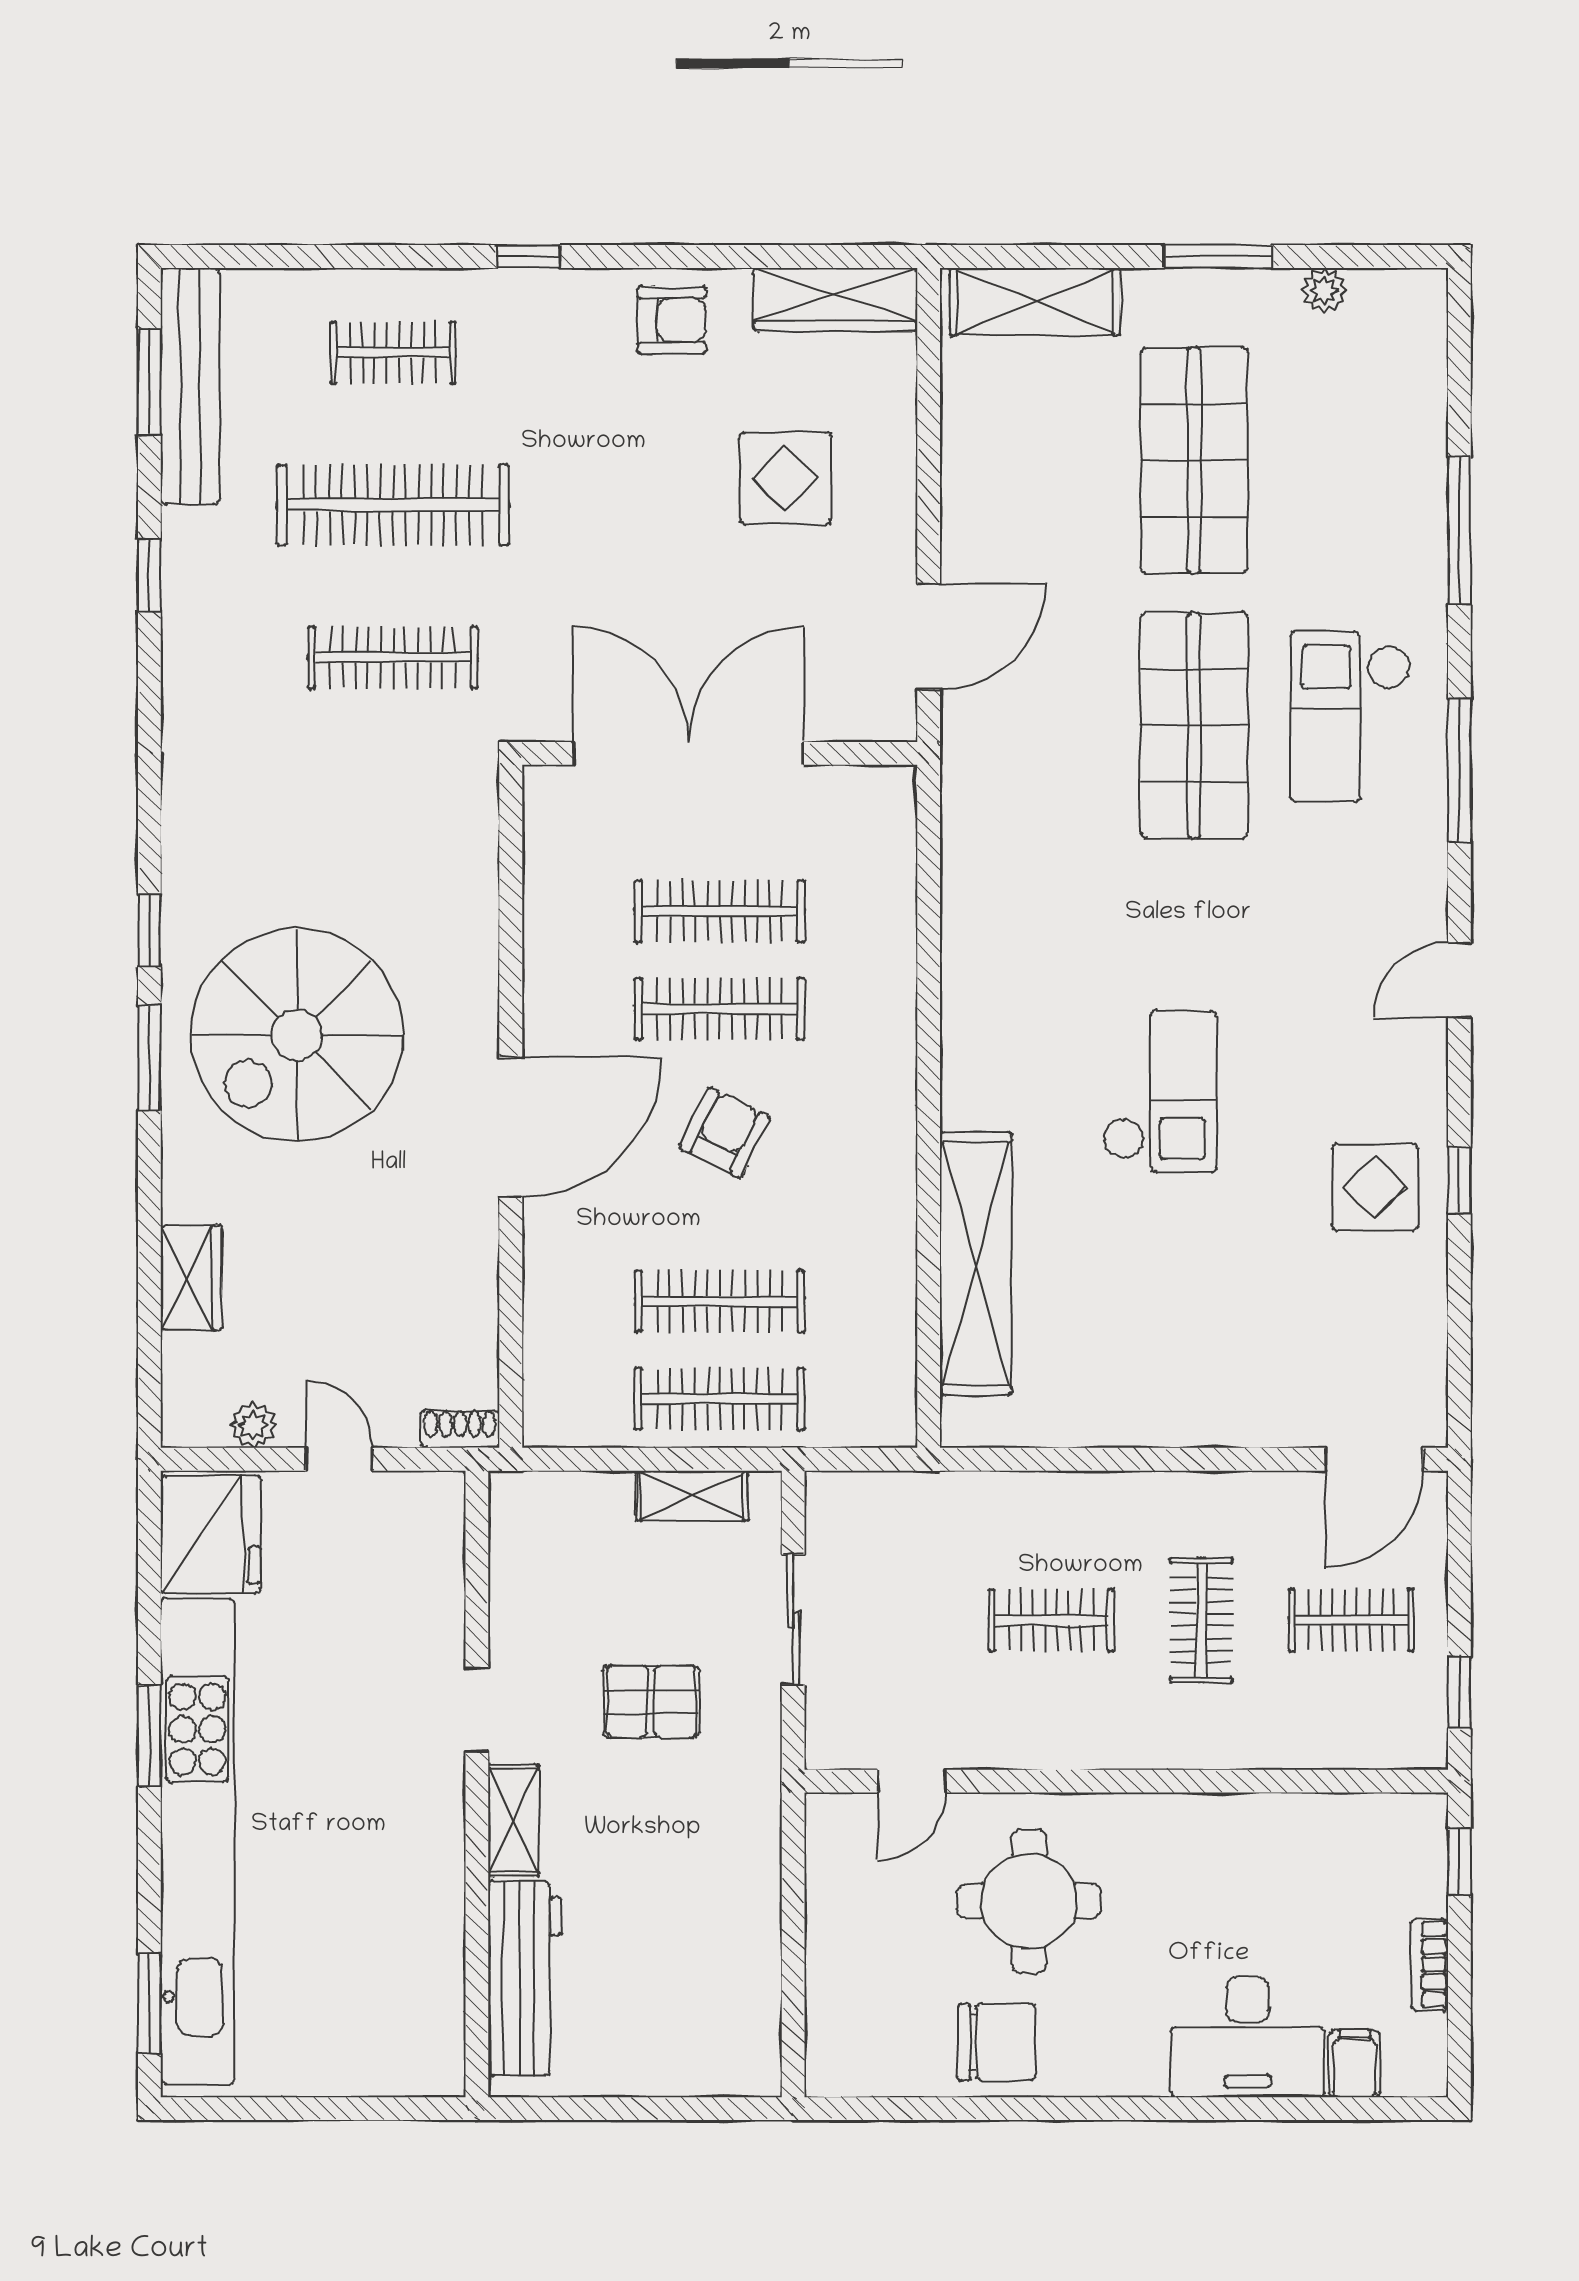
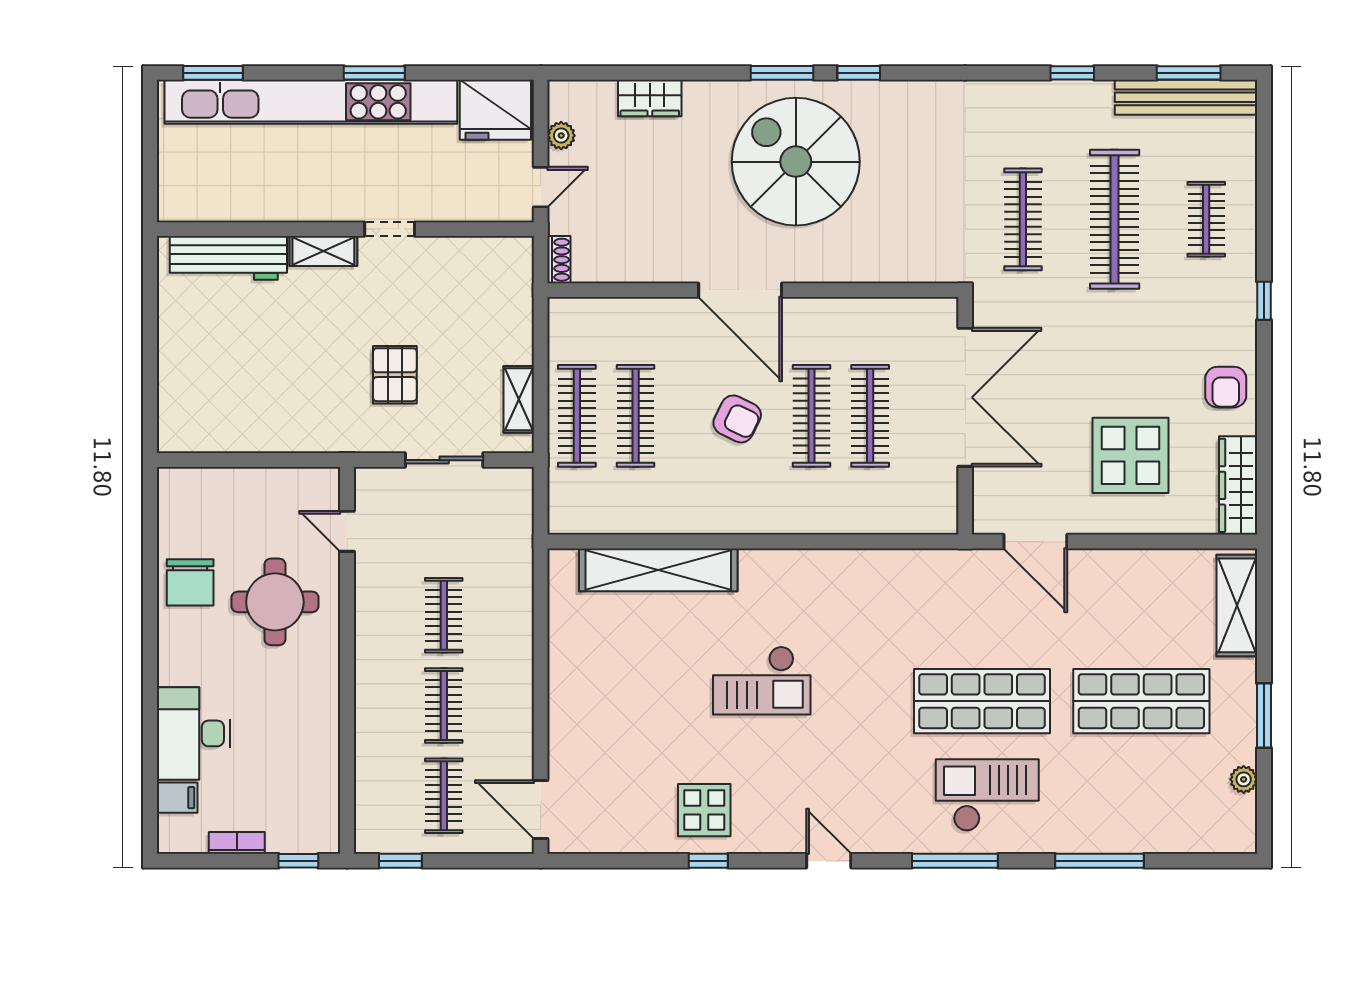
display table: (785, 478) -> (1131, 455), width x1.36, depth x1.36
clothes rail: (1201, 1620) -> (444, 706), turned 90
doorway: (477, 1710) -> (390, 229), moved
wall: (477, 1784) -> (345, 229), moved
shelving: (513, 1820) -> (323, 251), moved
workbench: (525, 1978) -> (228, 258), moved

